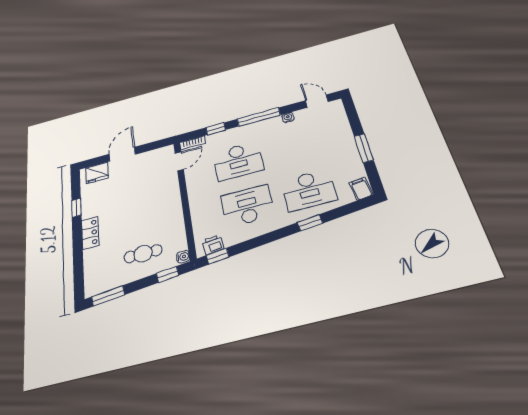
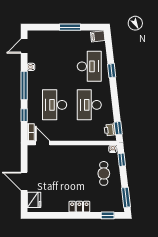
desk: (238, 161) -> (55, 105), turned 180
window: (76, 208) -> (108, 215), moved

